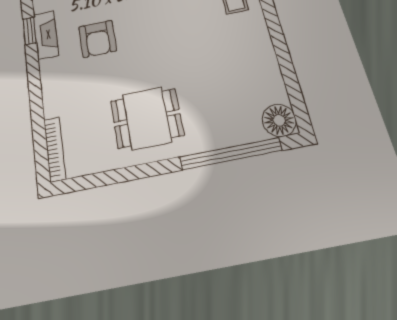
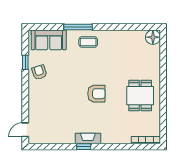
armchair: (97, 39) -> (96, 94), moved
window: (231, 154) -> (163, 62), removed

